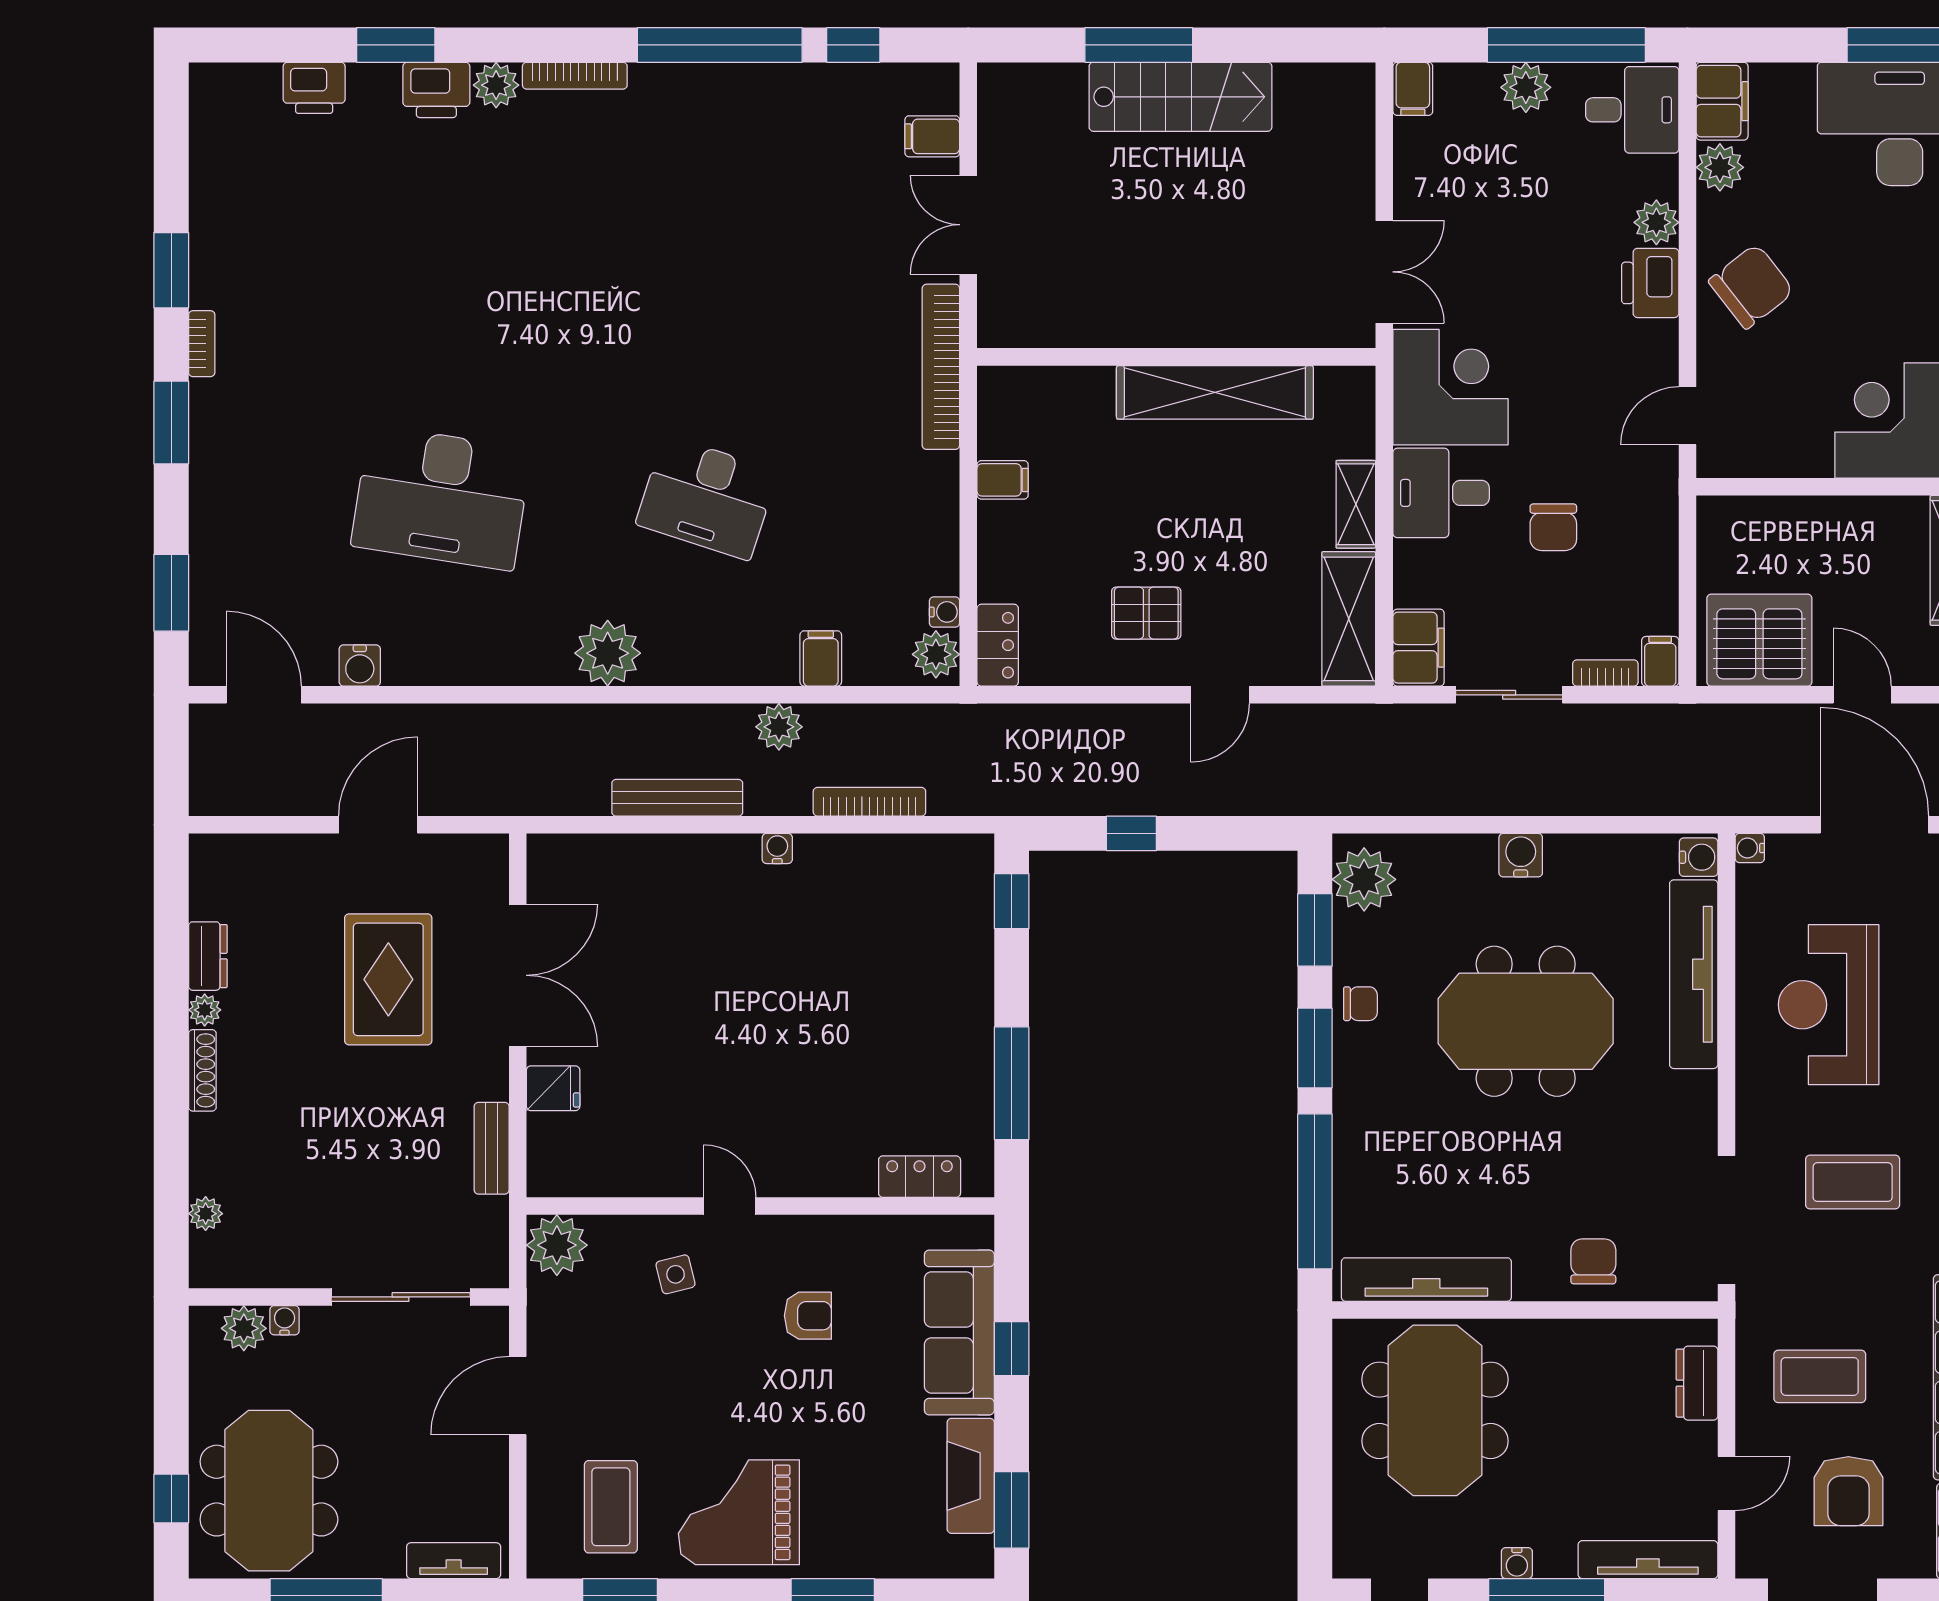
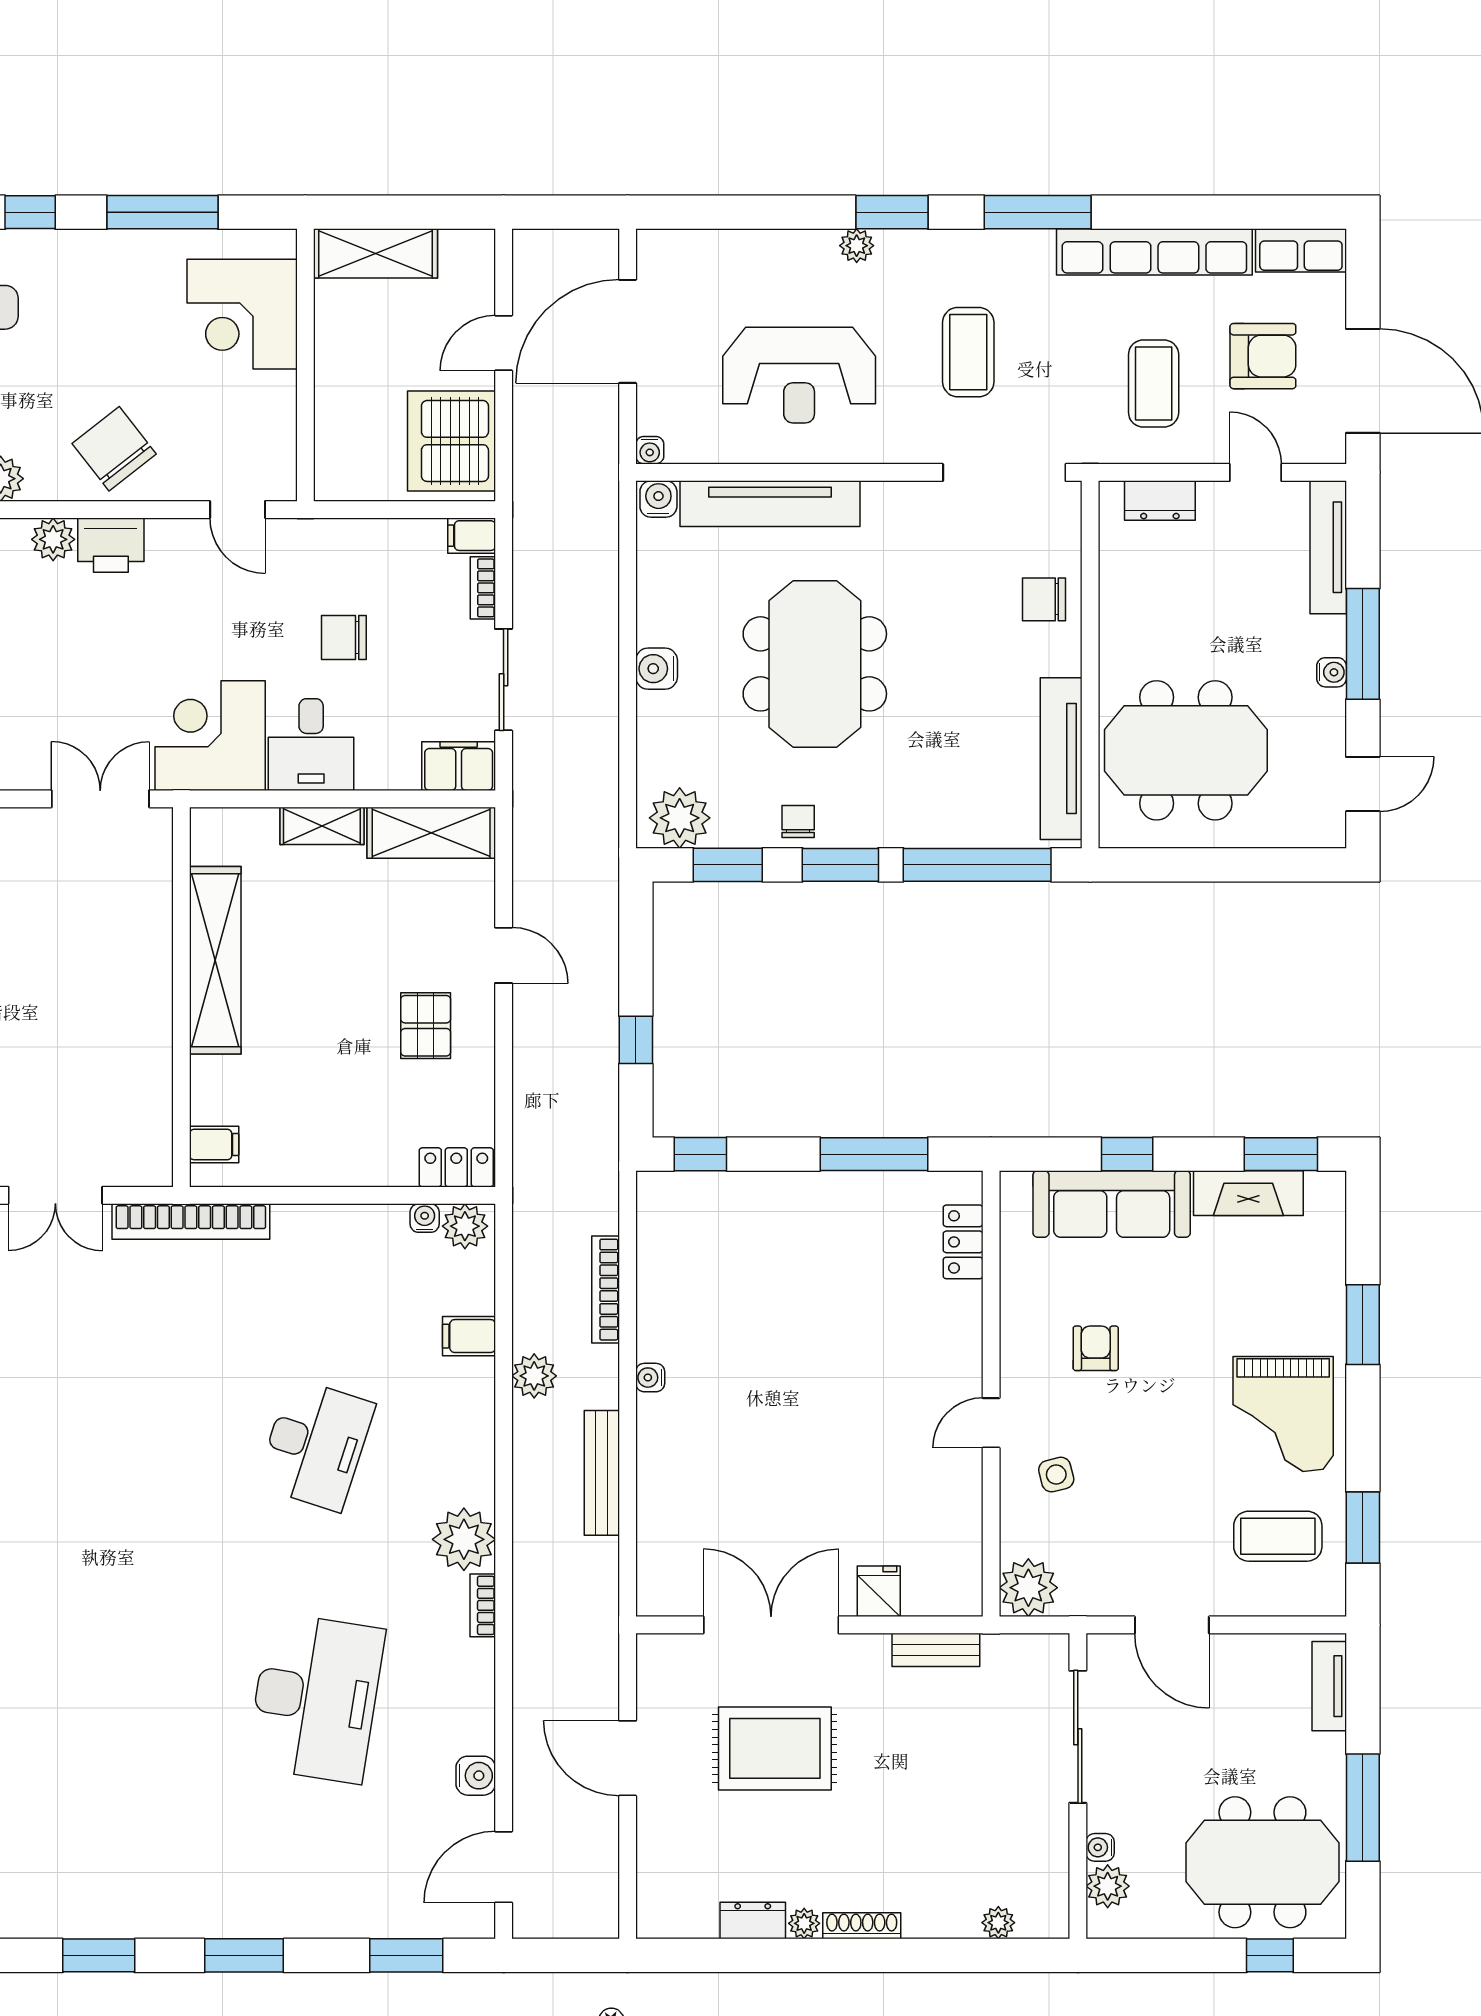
bookcase: (202, 344) -> (483, 1605), moved, turned -90
filing cabinet: (1003, 480) -> (214, 1145), moved, turned 90
chair: (1553, 527) -> (344, 638), turned 180

